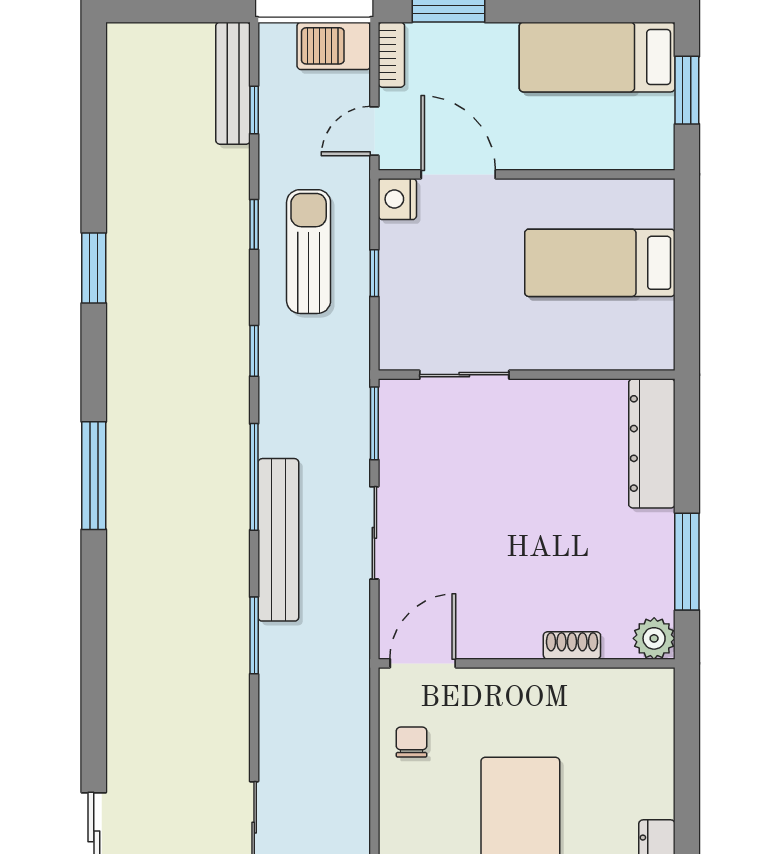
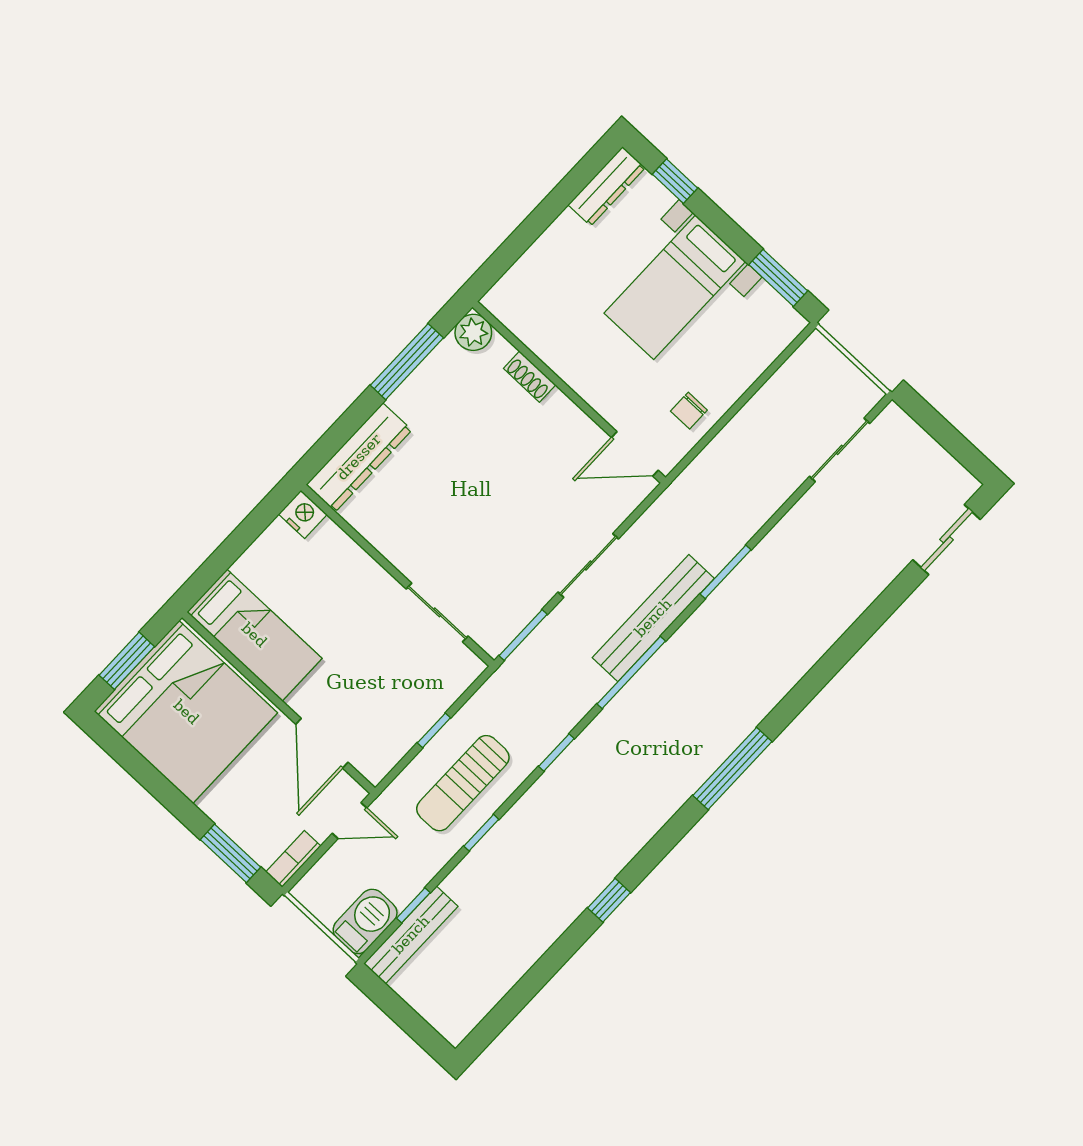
barbecue: (334, 46) -> (365, 921), moved, turned -90
bed: (597, 57) -> (186, 712), width x2.04
nightstand: (397, 199) -> (303, 514), moved, turned -90
bed: (600, 263) -> (254, 635), moved
window: (94, 268) -> (609, 900), width x0.67

